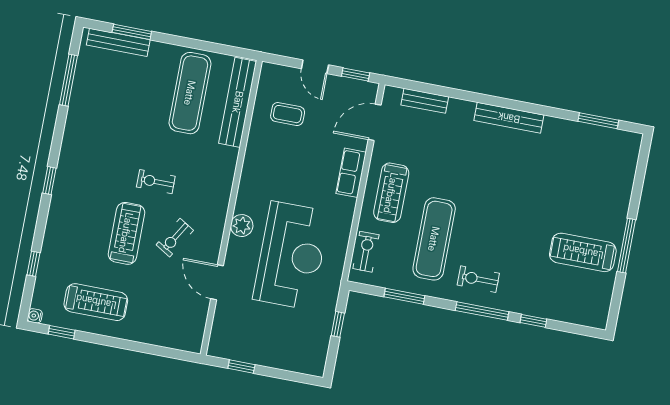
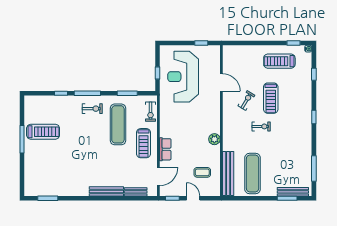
bench: (509, 118) -> (106, 191), moved
treadmill: (391, 193) -> (144, 143), turned 180
plant: (242, 226) -> (214, 139), moved
reception desk: (291, 256) -> (183, 77), moved

